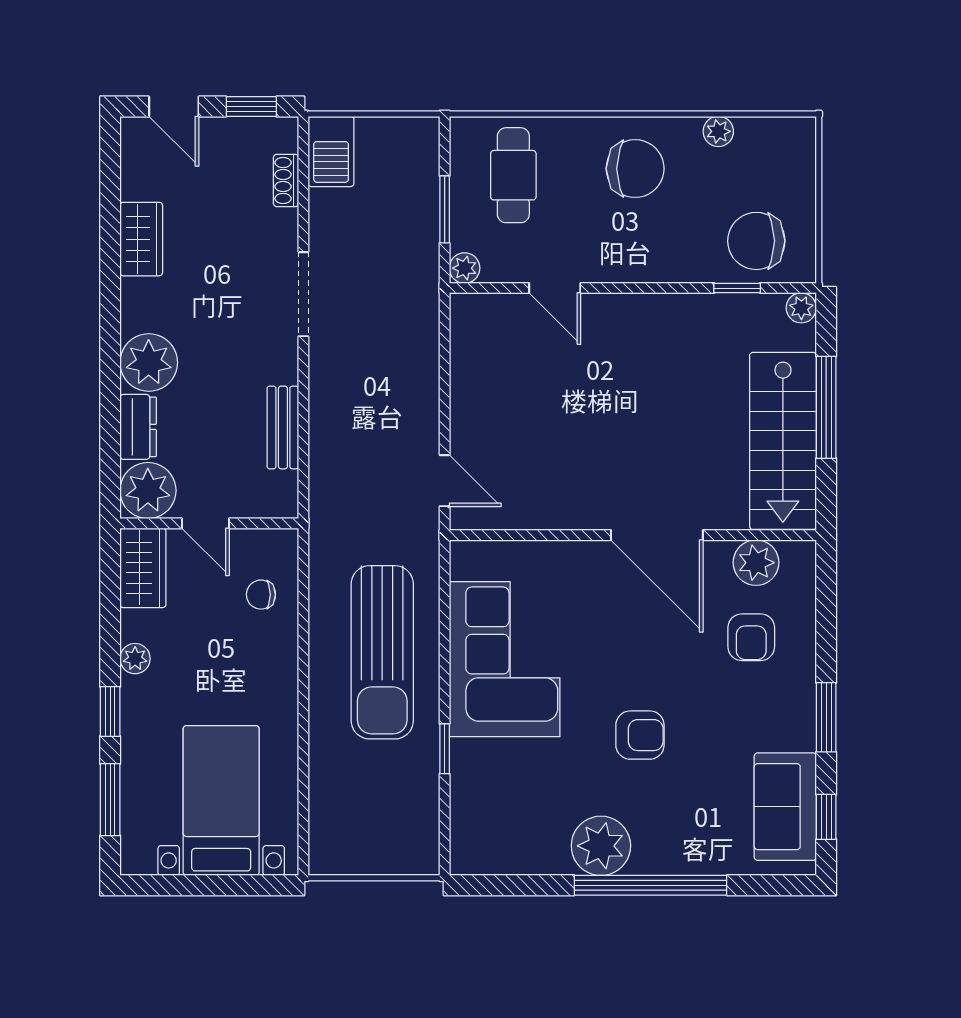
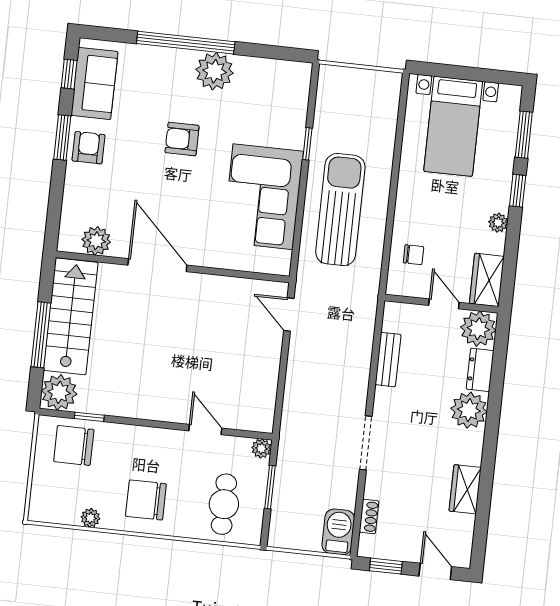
chair: (756, 241) -> (74, 445), turned 180
plant: (801, 308) -> (59, 392), width x1.88, depth x1.88
armchair: (751, 637) -> (89, 148), moved

